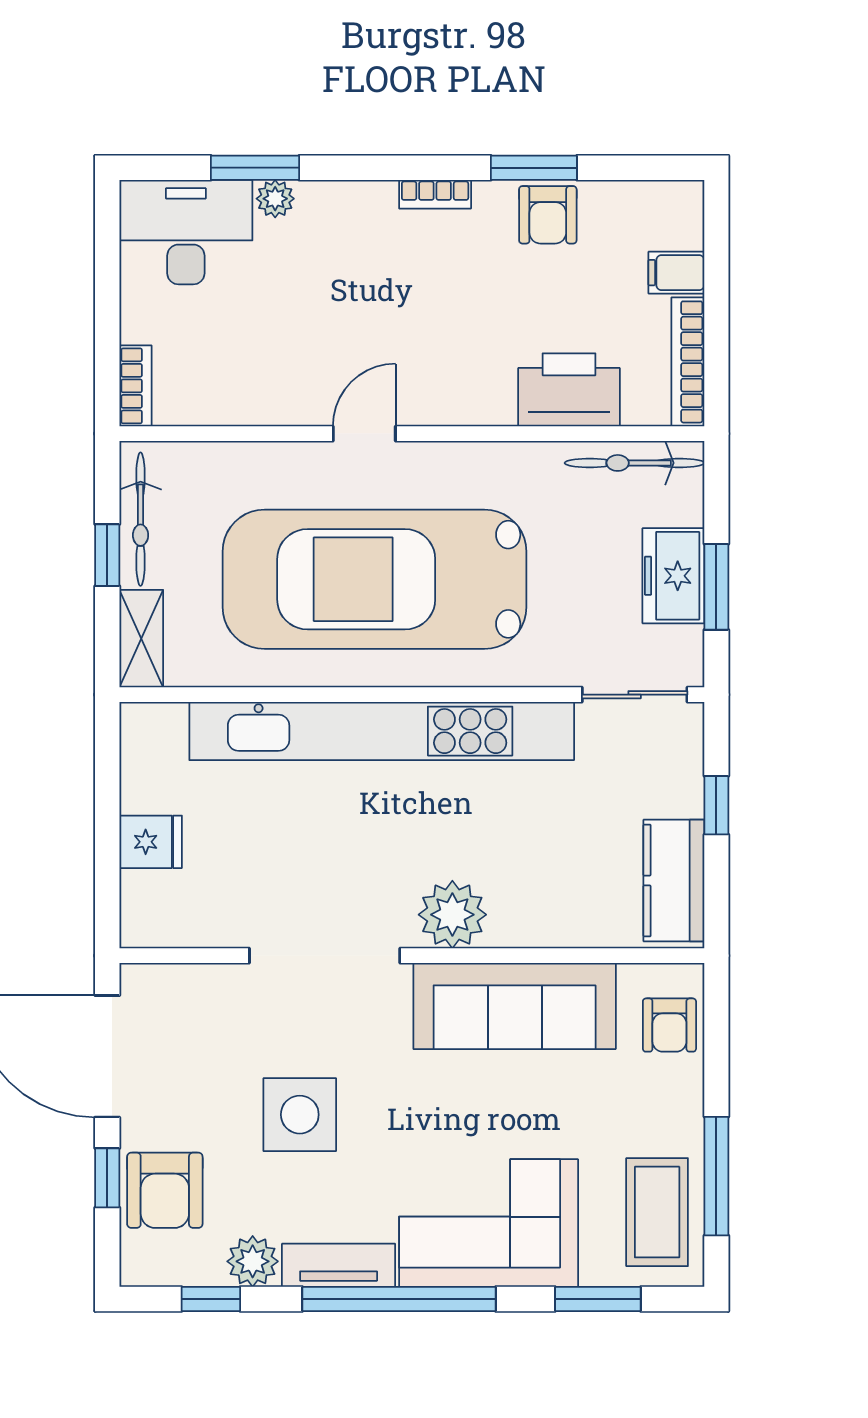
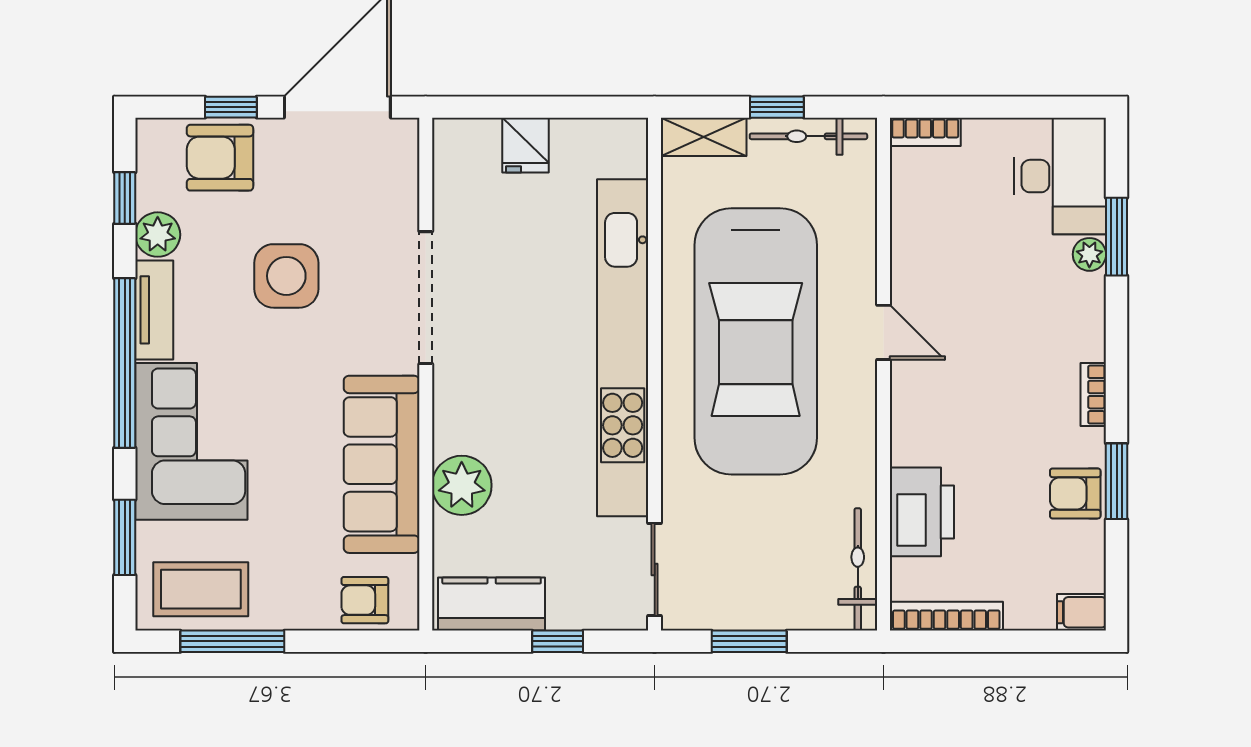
filing cabinet: (676, 273) -> (1081, 612), moved, turned -90
freezer: (673, 576) -> (759, 604), removed
car: (374, 579) -> (756, 341), turned 180
plant: (452, 915) -> (462, 485), moved

